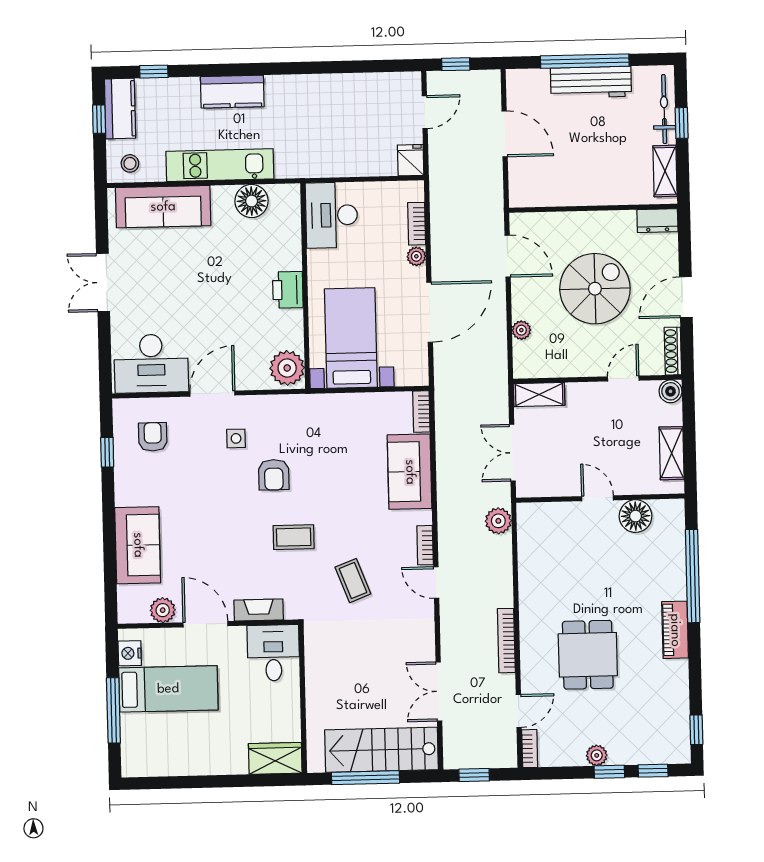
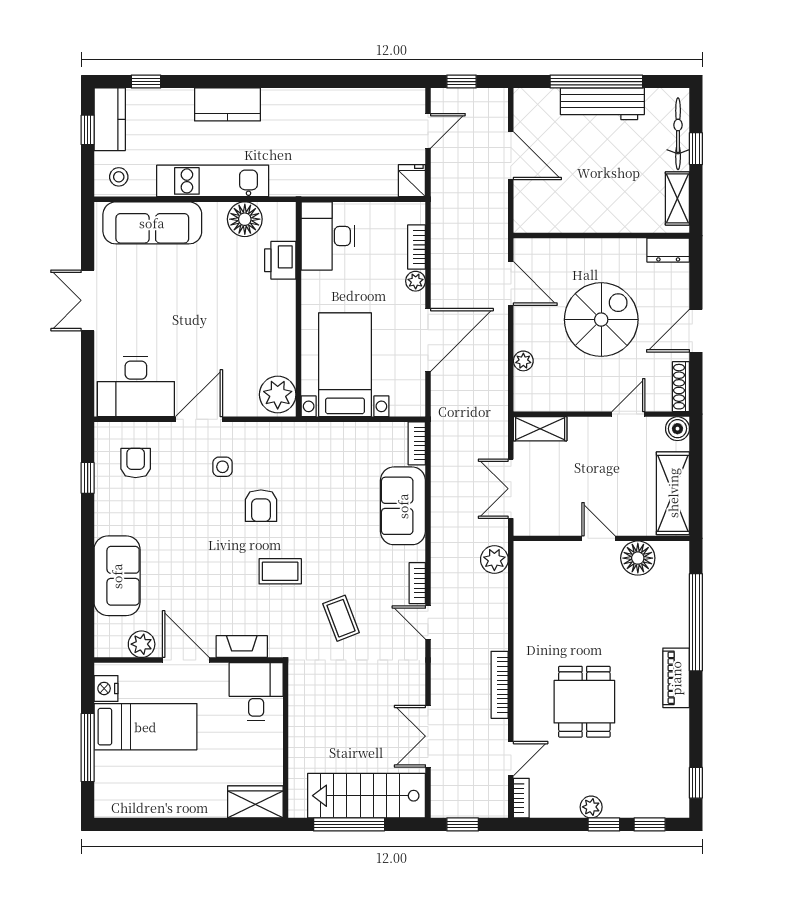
printer: (288, 290) -> (280, 260), moved
shelving: (672, 453) -> (673, 493), width x1.50, depth x1.33

